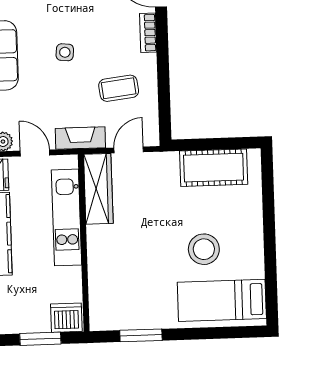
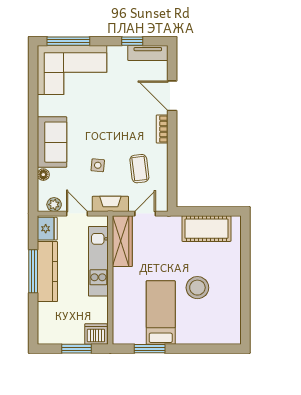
side table: (65, 52) -> (98, 165), moved
coffee table: (119, 88) -> (139, 169), turned 90
bed: (222, 300) -> (161, 313), moved, turned 90

